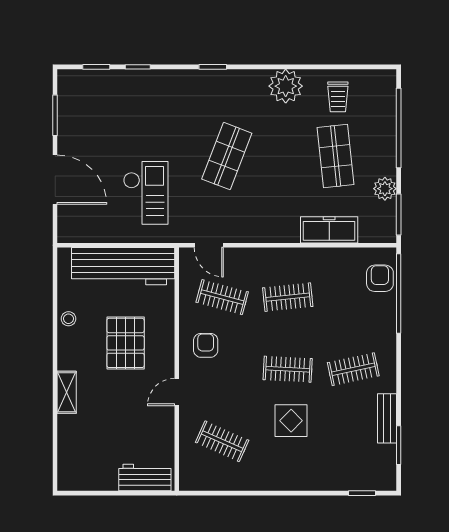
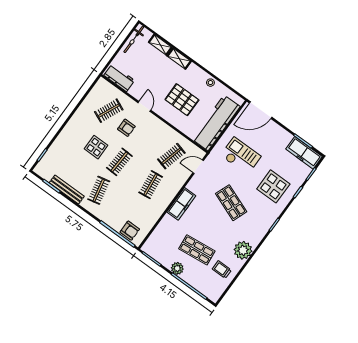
freezer: (72, 101) -> (304, 153), added
display table: (156, 110) -> (273, 186), added
door: (55, 180) -> (261, 110), moved
plant: (385, 189) -> (177, 268), moved
checkout: (146, 193) -> (241, 156), turned 180
freezer: (329, 230) -> (181, 204), moved
armchair: (206, 345) -> (126, 128), moved
bench: (387, 418) -> (67, 189), width x1.36
shelving: (67, 436) -> (160, 45), added
workbench: (145, 478) -> (119, 78), moved, turned -90
bicycle: (87, 481) -> (134, 39), added

